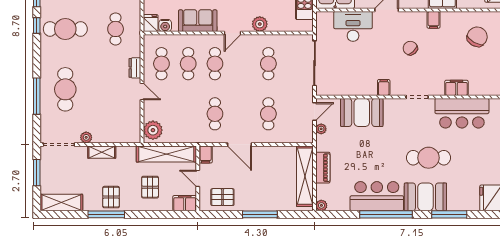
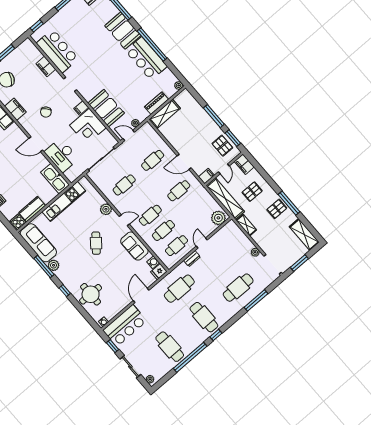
filing cabinet: (434, 20) -> (15, 109), width x2.00
cafe table: (116, 29) -> (179, 289), width x1.37, depth x1.35
corner desk: (359, 78) -> (88, 127), added
door: (239, 144) -> (184, 162), swing flipped
shelving: (102, 152) -> (246, 225), moved
cafe table: (428, 158) -> (99, 48), removed
shelving: (305, 176) -> (165, 114), width x0.68
window: (221, 214) -> (233, 138), added

